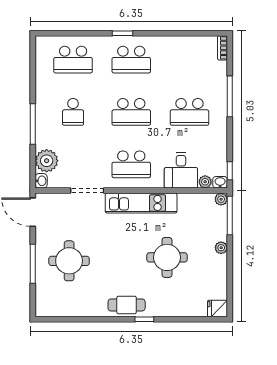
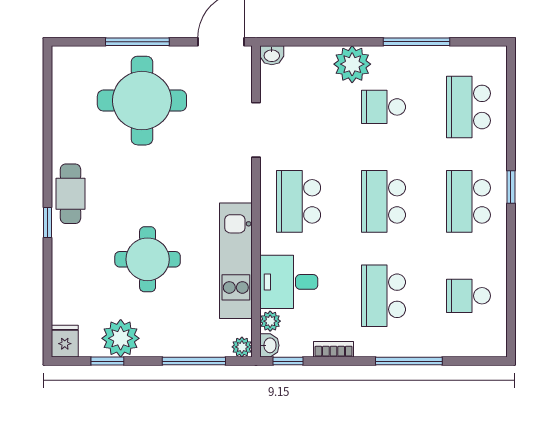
bookcase: (222, 48) -> (334, 349), moved
school desk: (189, 60) -> (468, 296), added
window: (33, 124) -> (416, 42), moved
plant: (47, 161) -> (352, 64), moved
kitchen unit: (141, 203) -> (236, 261), moved
window: (230, 216) -> (194, 361), moved
plant: (221, 248) -> (121, 338), moved, width x1.87, depth x1.87
round table: (69, 261) -> (142, 101), width x1.36, depth x1.36
window: (230, 282) -> (107, 361), added

